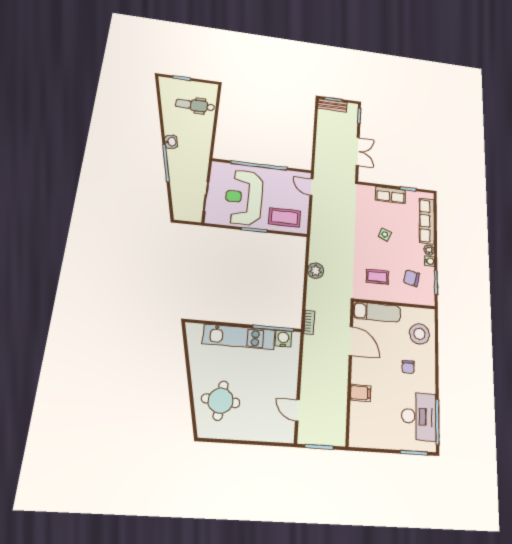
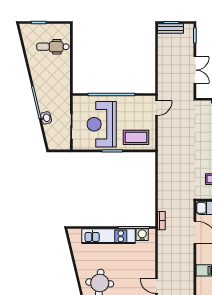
washbasin: (171, 142) -> (46, 118), moved
door: (311, 187) -> (156, 108), swing flipped
plant: (316, 271) -> (164, 179), removed

